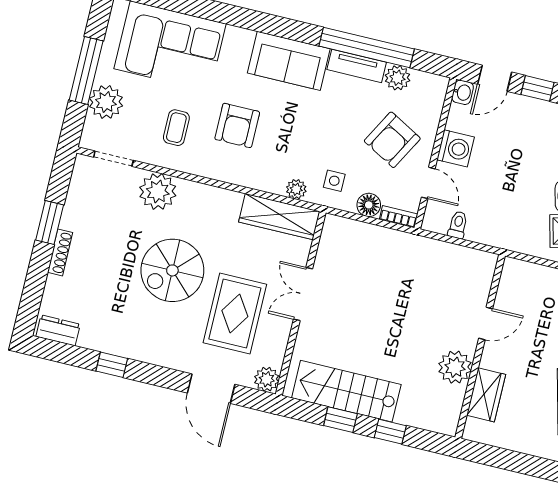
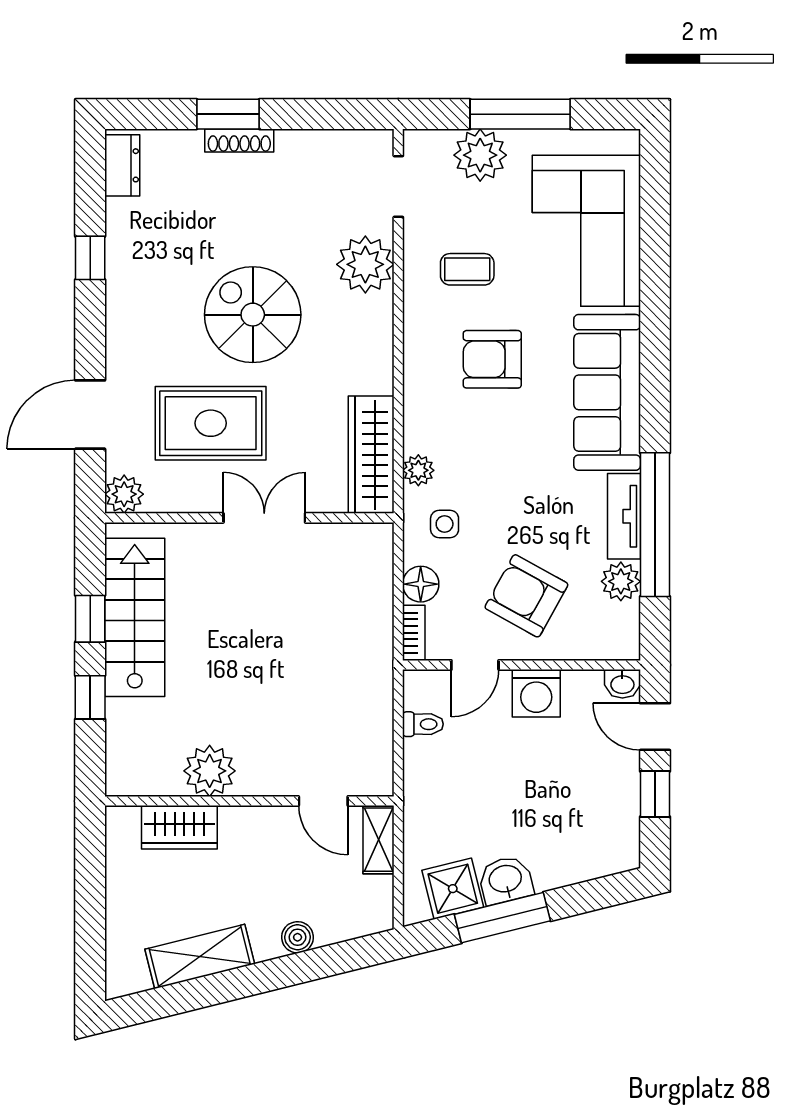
sofa: (289, 61) -> (607, 392), width x1.36
window: (50, 222) -> (228, 114), moved
shelving: (524, 271) -> (378, 840), added
door: (486, 323) -> (323, 801), moved

